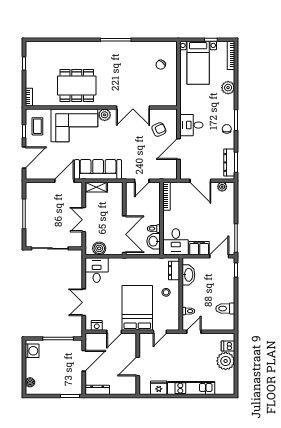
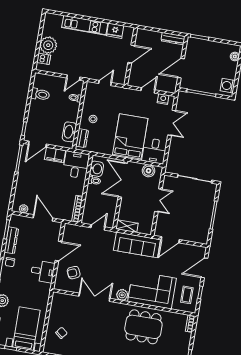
dresser: (229, 162) -> (11, 240), moved
shelving: (96, 187) -> (127, 226), moved
bed: (137, 308) -> (130, 137), moved, turned 180

